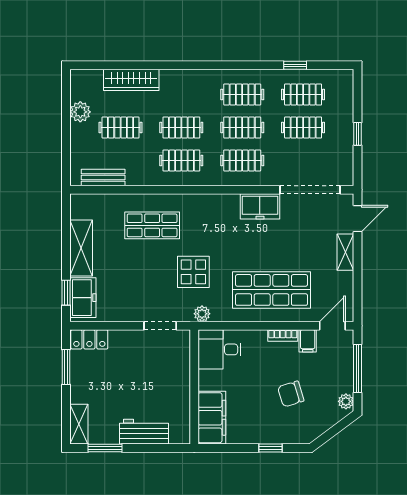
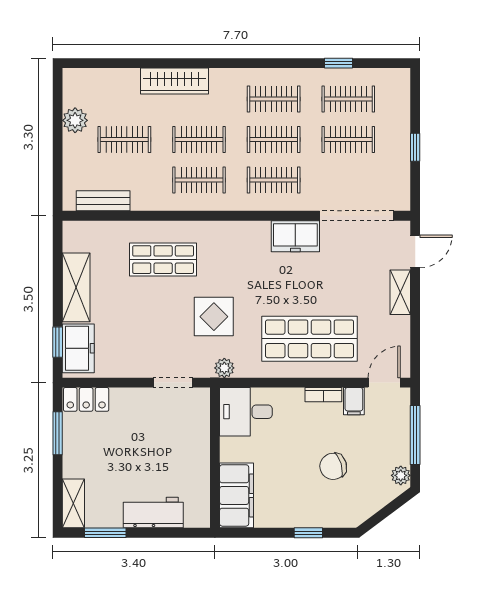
wardrobe: (131, 80) -> (174, 81), moved

